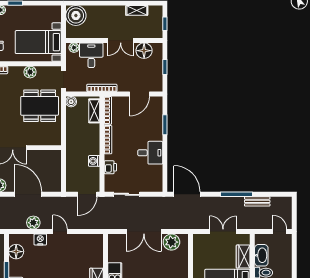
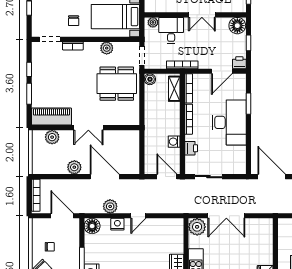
floor lamp: (144, 51) -> (237, 26), moved
printer: (156, 86) -> (239, 63), added
desk: (150, 153) -> (229, 122), width x1.87, depth x1.30
door: (87, 194) -> (167, 177), swing flipped
door: (60, 232) -> (138, 216), swing flipped
plant: (171, 242) -> (197, 227), moved
floor lamp: (16, 252) -> (92, 226), moved

